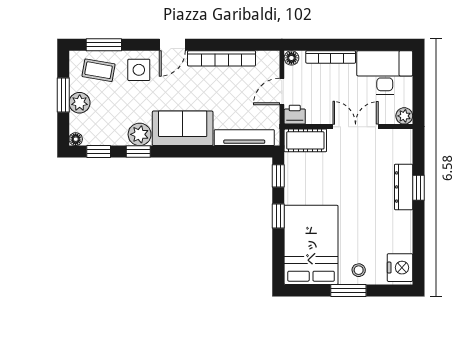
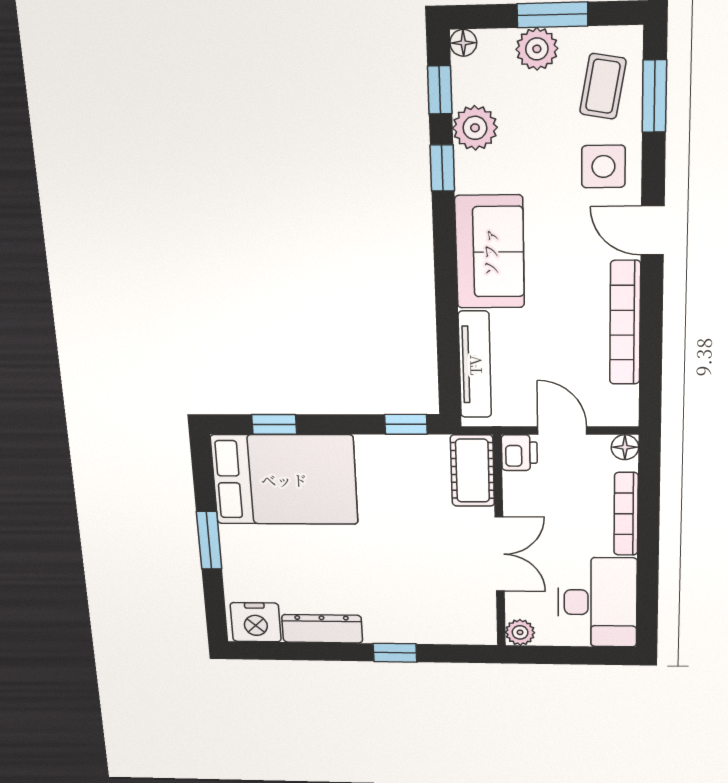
plant: (140, 134) -> (475, 128), moved
dresser: (404, 187) -> (322, 629), moved
window: (278, 216) -> (274, 424), moved
stool: (359, 270) -> (246, 557), removed

